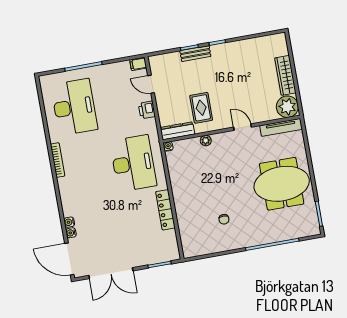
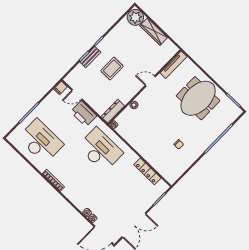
plant: (287, 107) -> (135, 17), moved
rug: (201, 108) -> (112, 68), moved, turned 90
printer: (147, 110) -> (84, 114), width x1.87, depth x1.48
locker: (165, 210) -> (147, 171), moved

